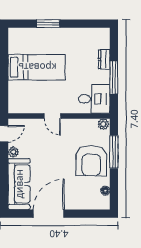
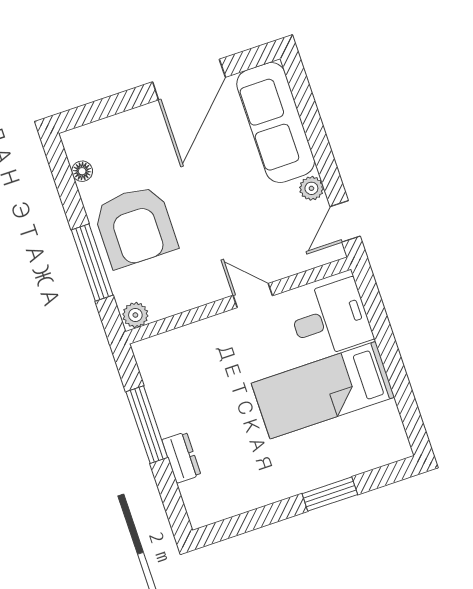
desk: (94, 99) -> (330, 319), moved, turned 180
armchair: (91, 161) -> (135, 226), turned 180

